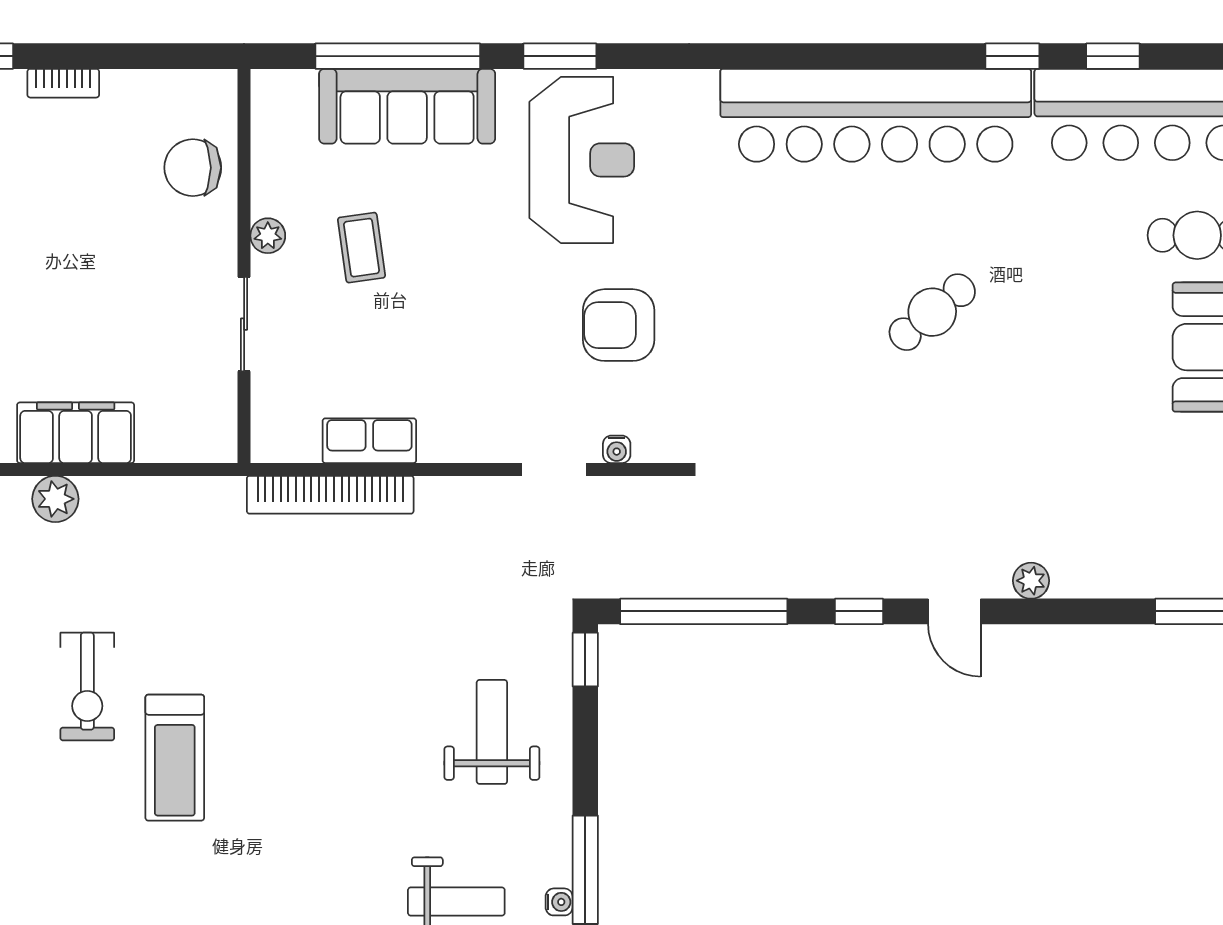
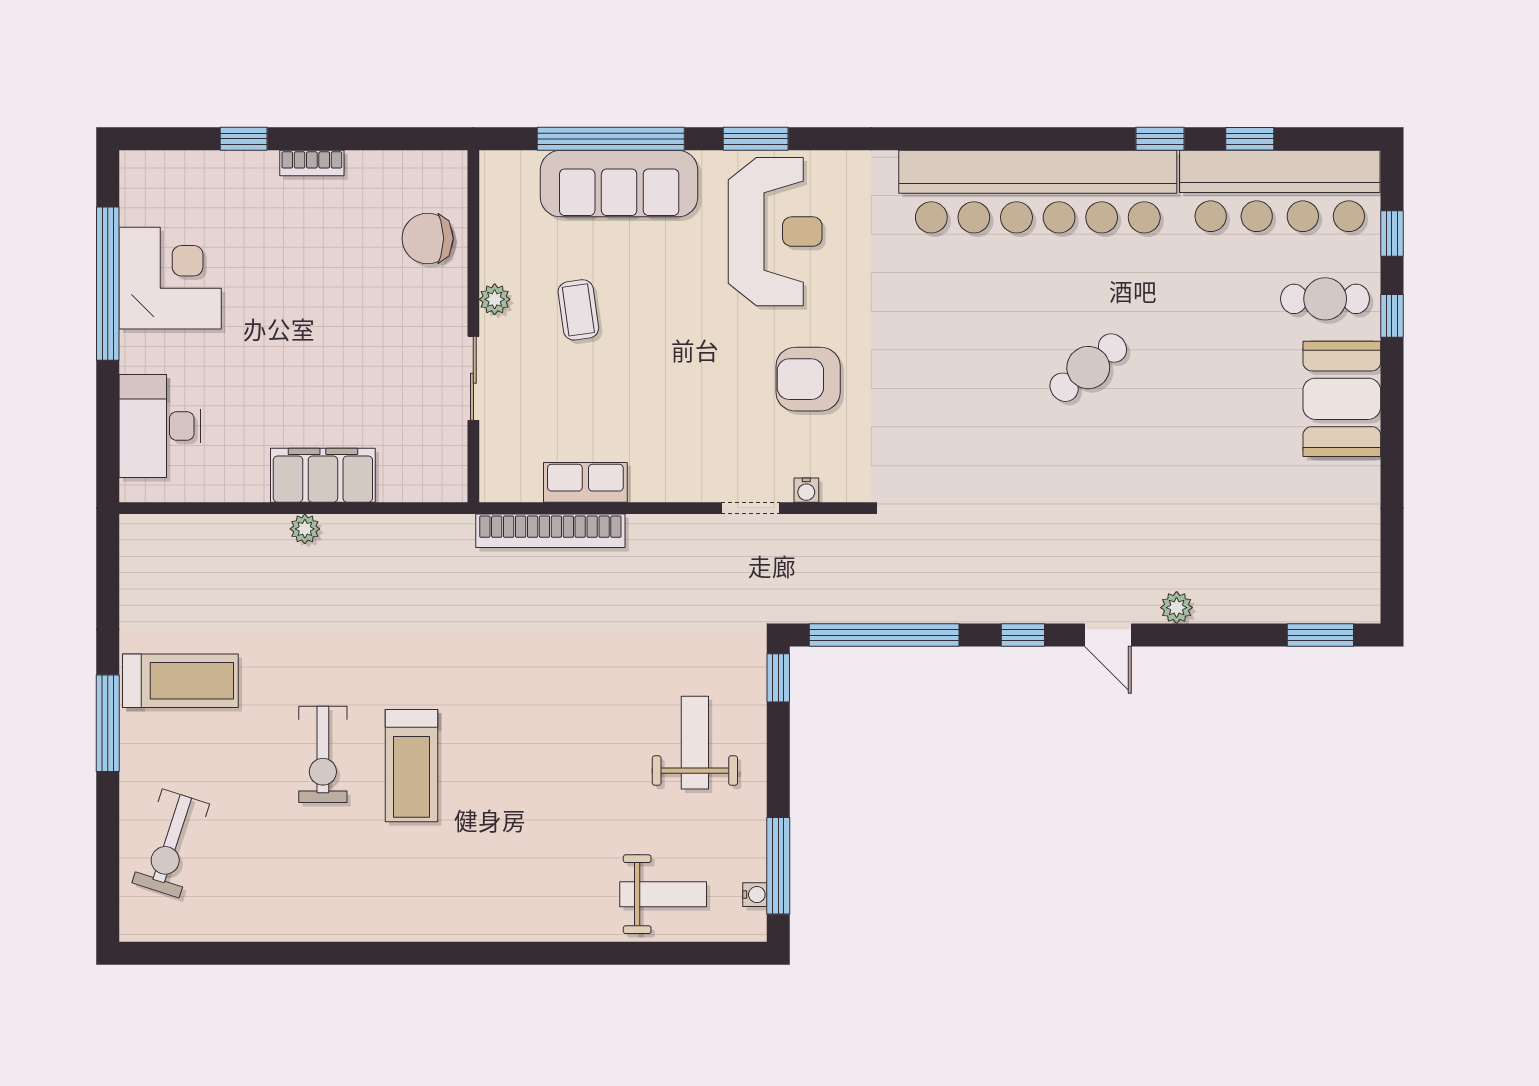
plant: (55, 499) -> (305, 529), width x0.73, depth x0.73
exercise bike: (87, 687) -> (323, 754), moved

